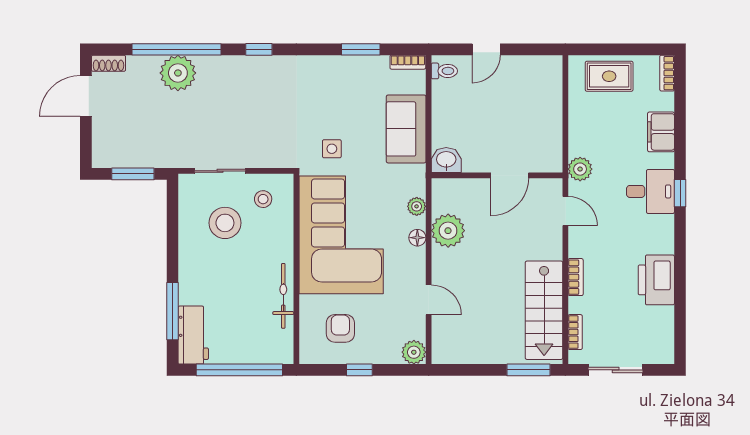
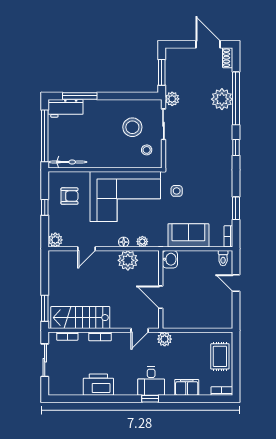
plant: (177, 156) -> (172, 99), added
bicycle: (283, 296) -> (67, 162), moved

